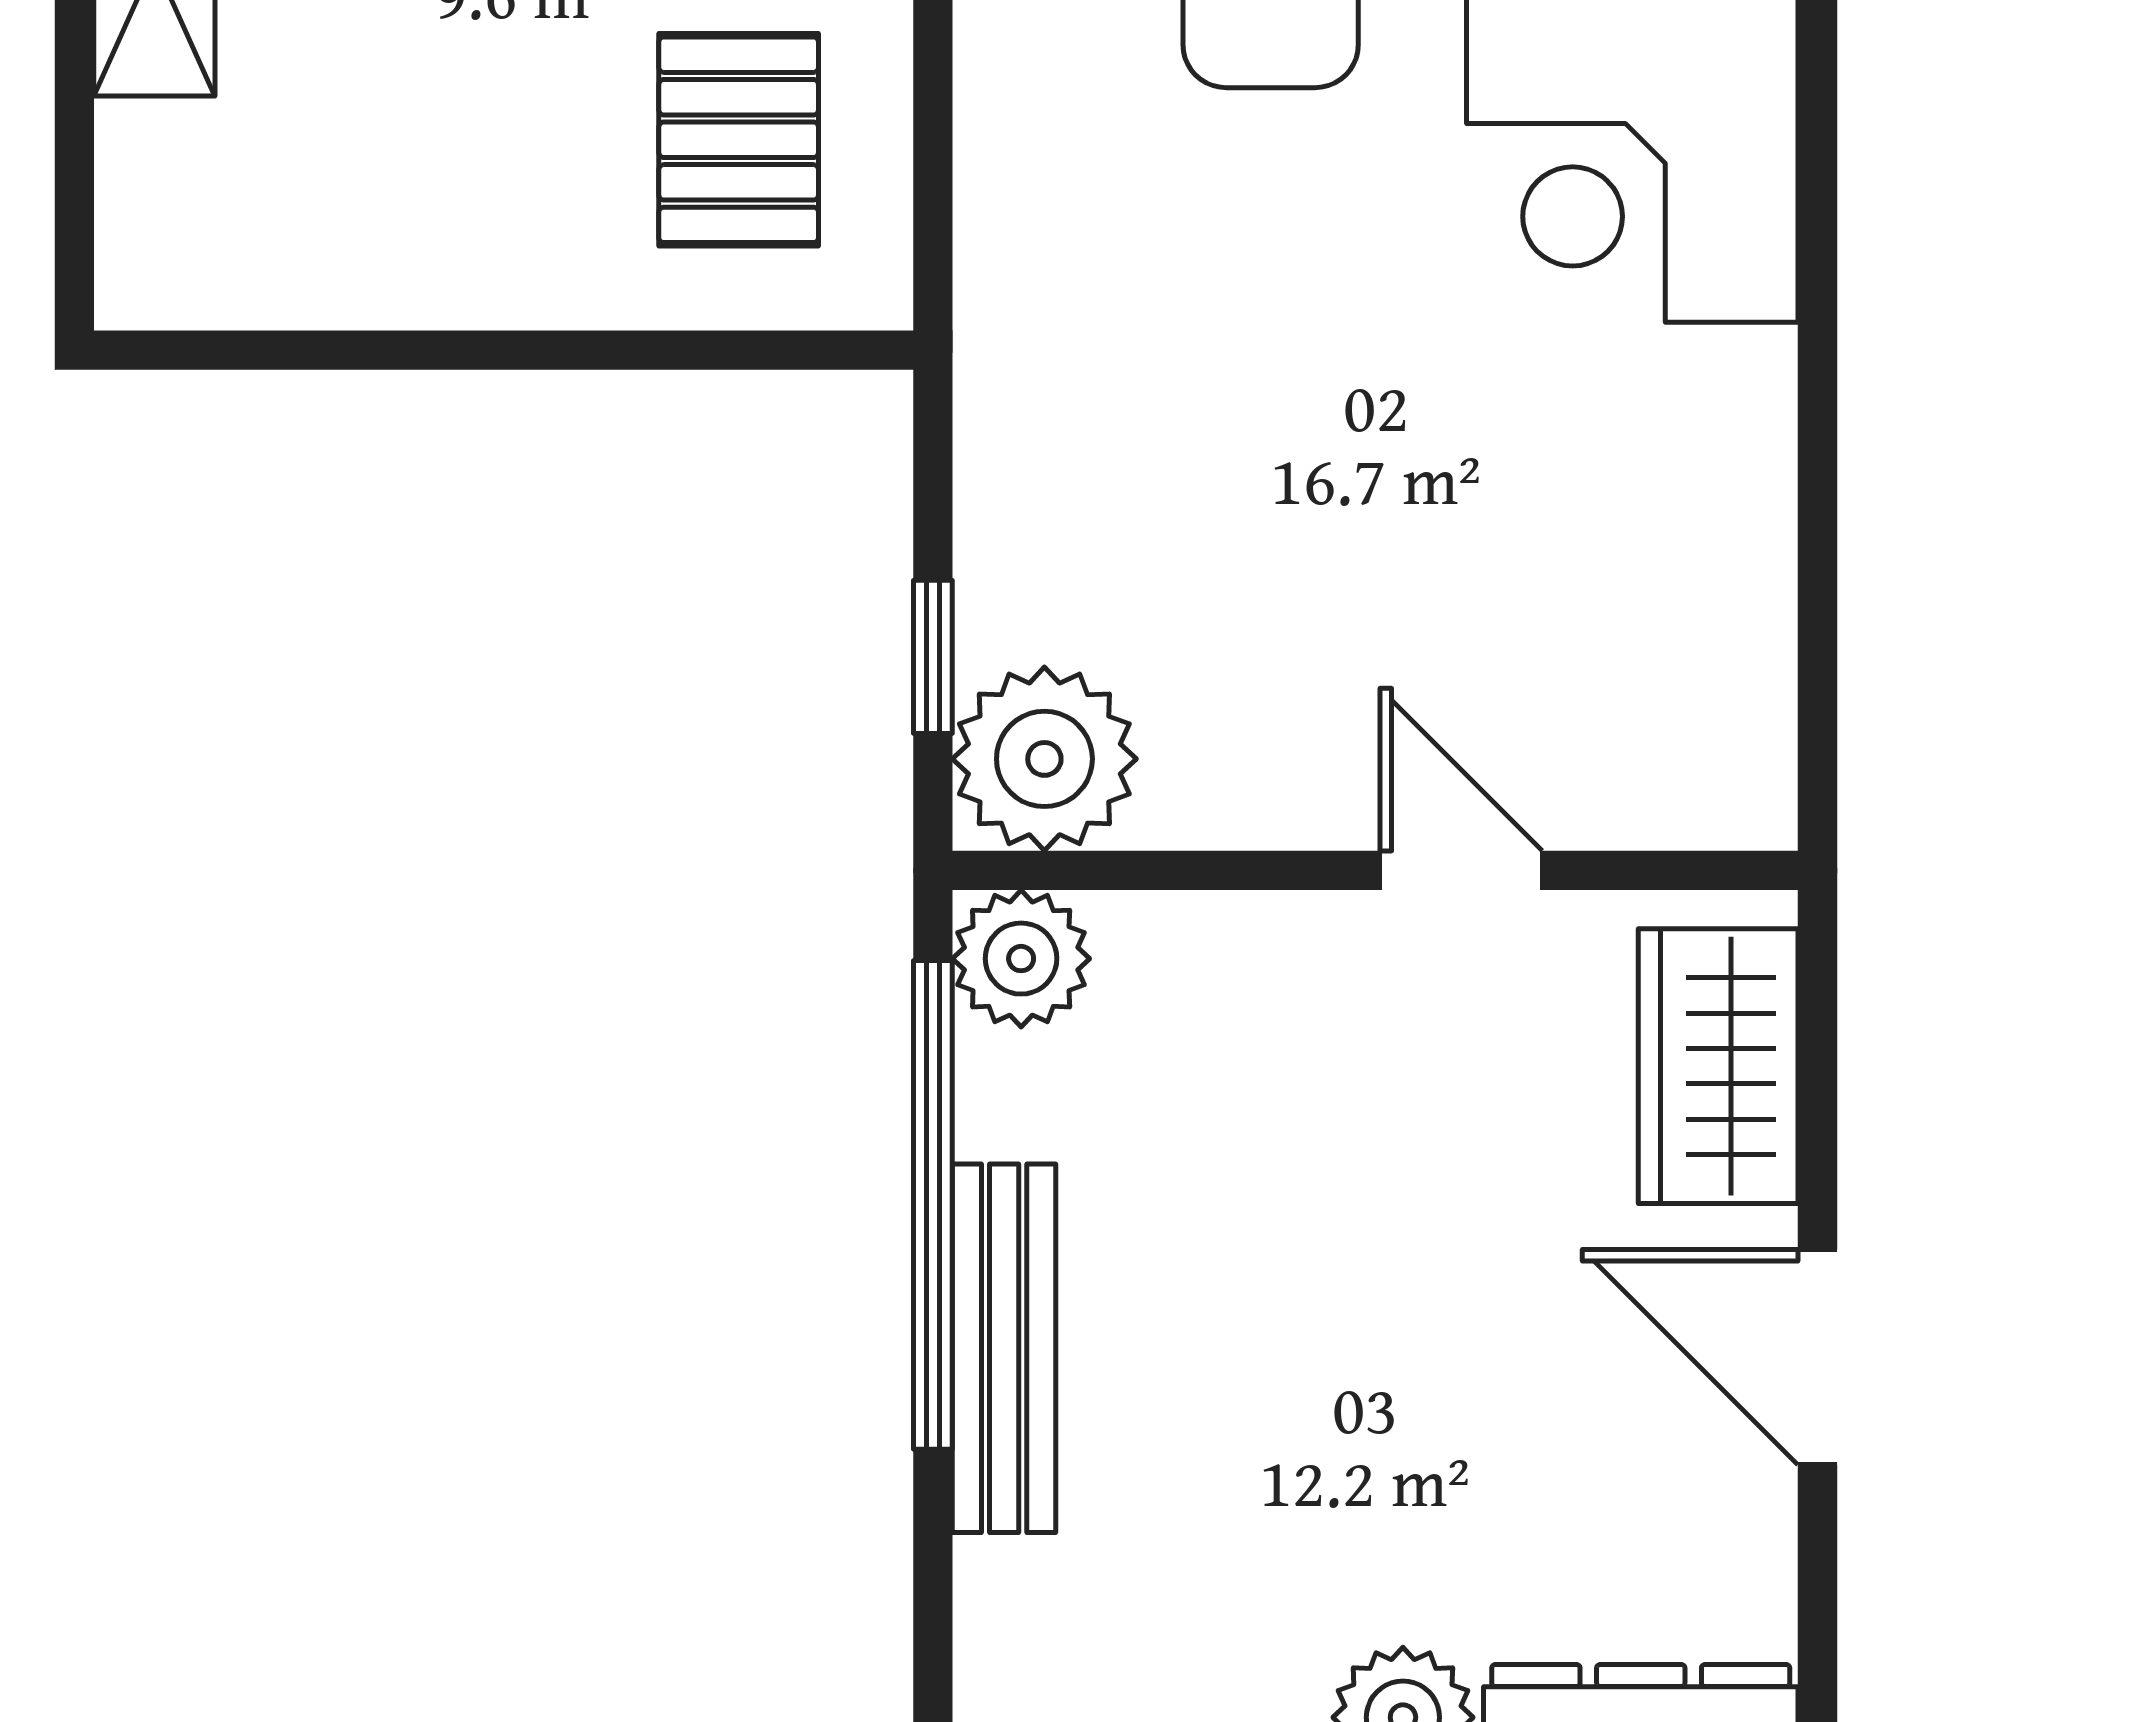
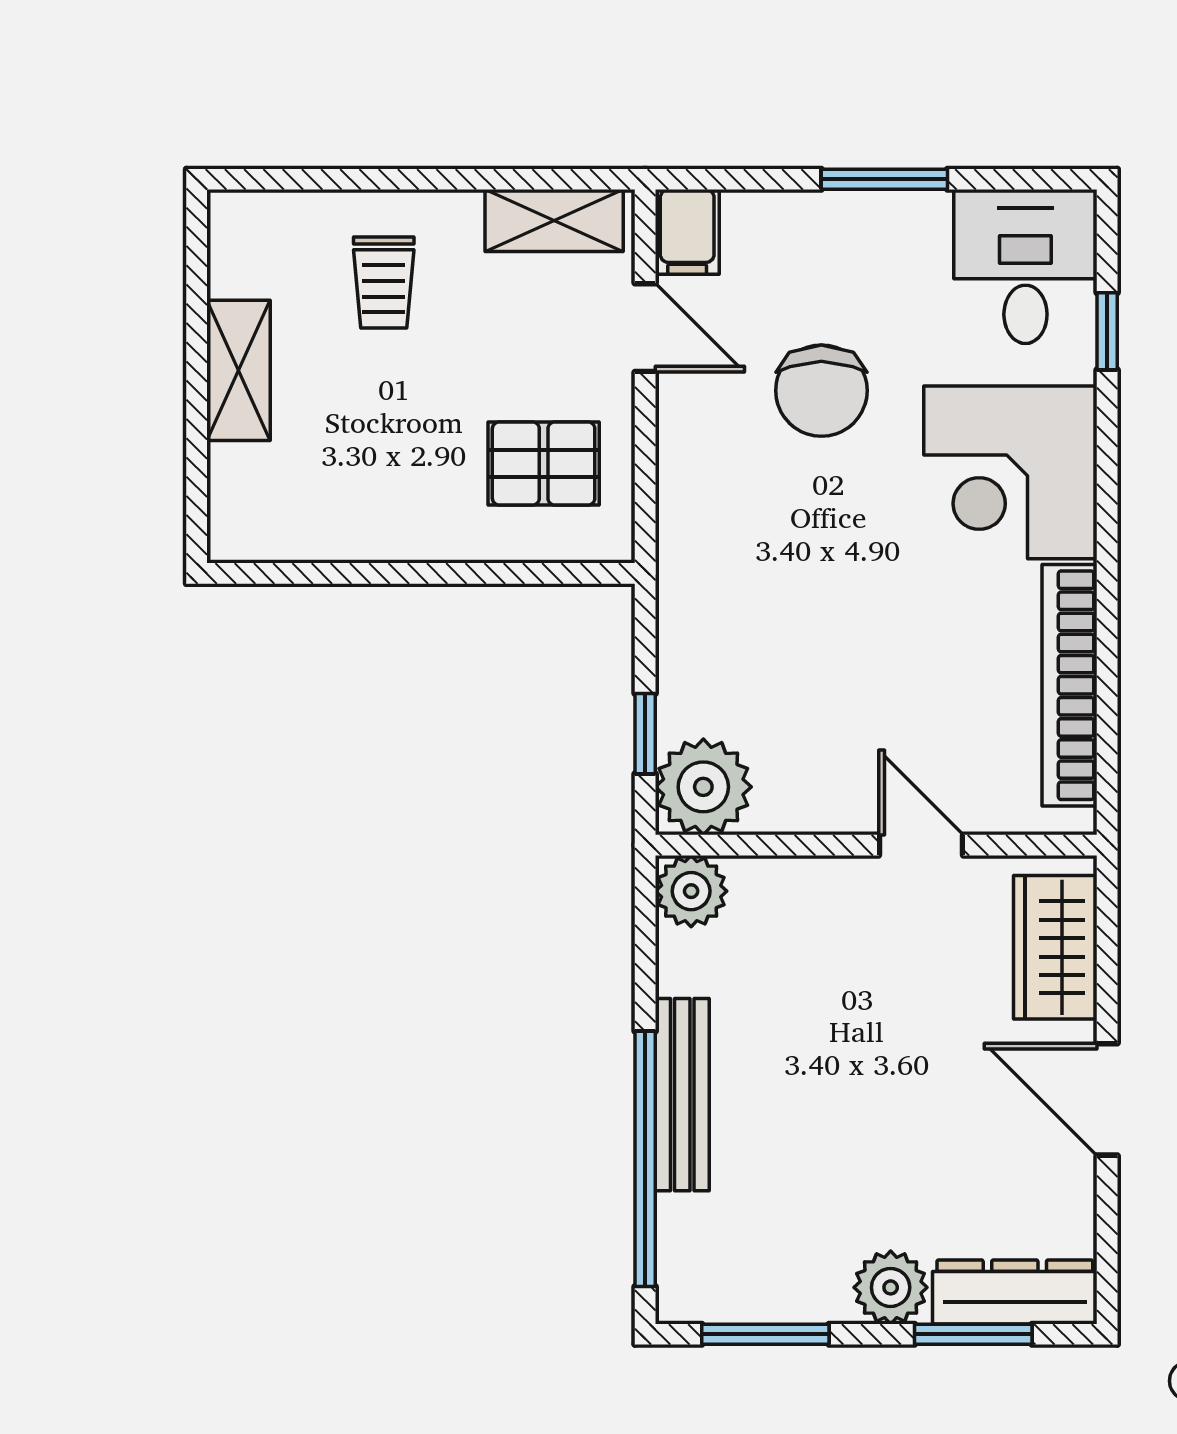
pallet: (739, 140) -> (544, 463), turned 90
bookcase: (1745, 564) -> (1069, 685), added
window: (933, 1205) -> (645, 1159), moved

